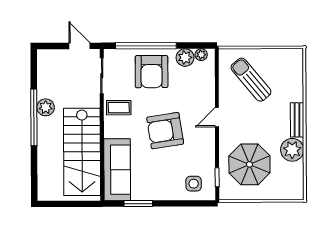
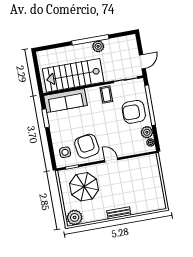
sun lounger: (251, 80) -> (140, 178), removed
armchair: (165, 131) -> (87, 146), moved
plant: (292, 150) -> (75, 217), moved

